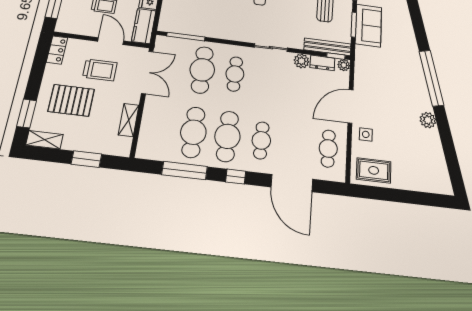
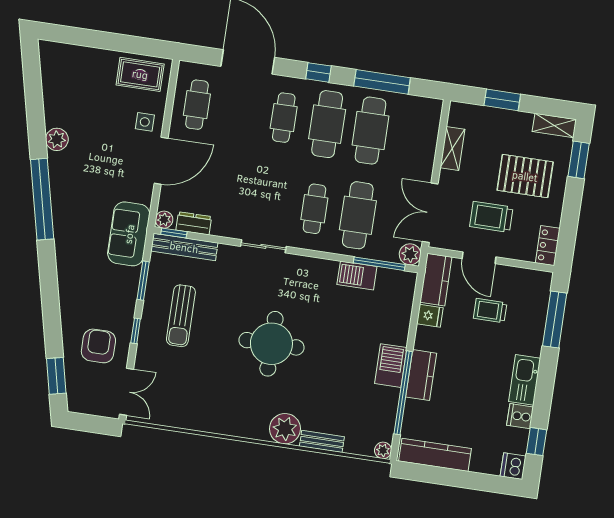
sofa: (368, 25) -> (129, 234), moved
barbecue: (202, 28) -> (357, 276), added
plant: (301, 61) -> (410, 254), moved

